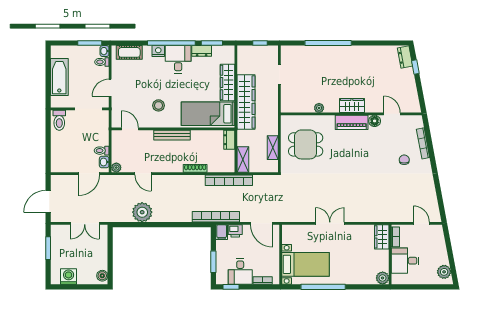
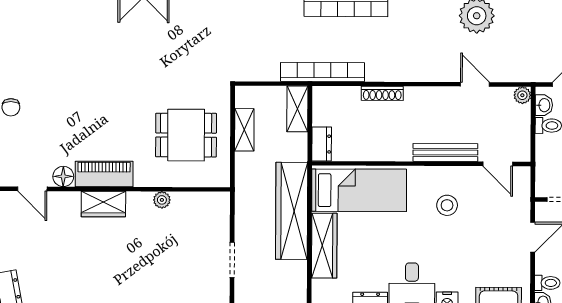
bench: (172, 135) -> (445, 153), moved

